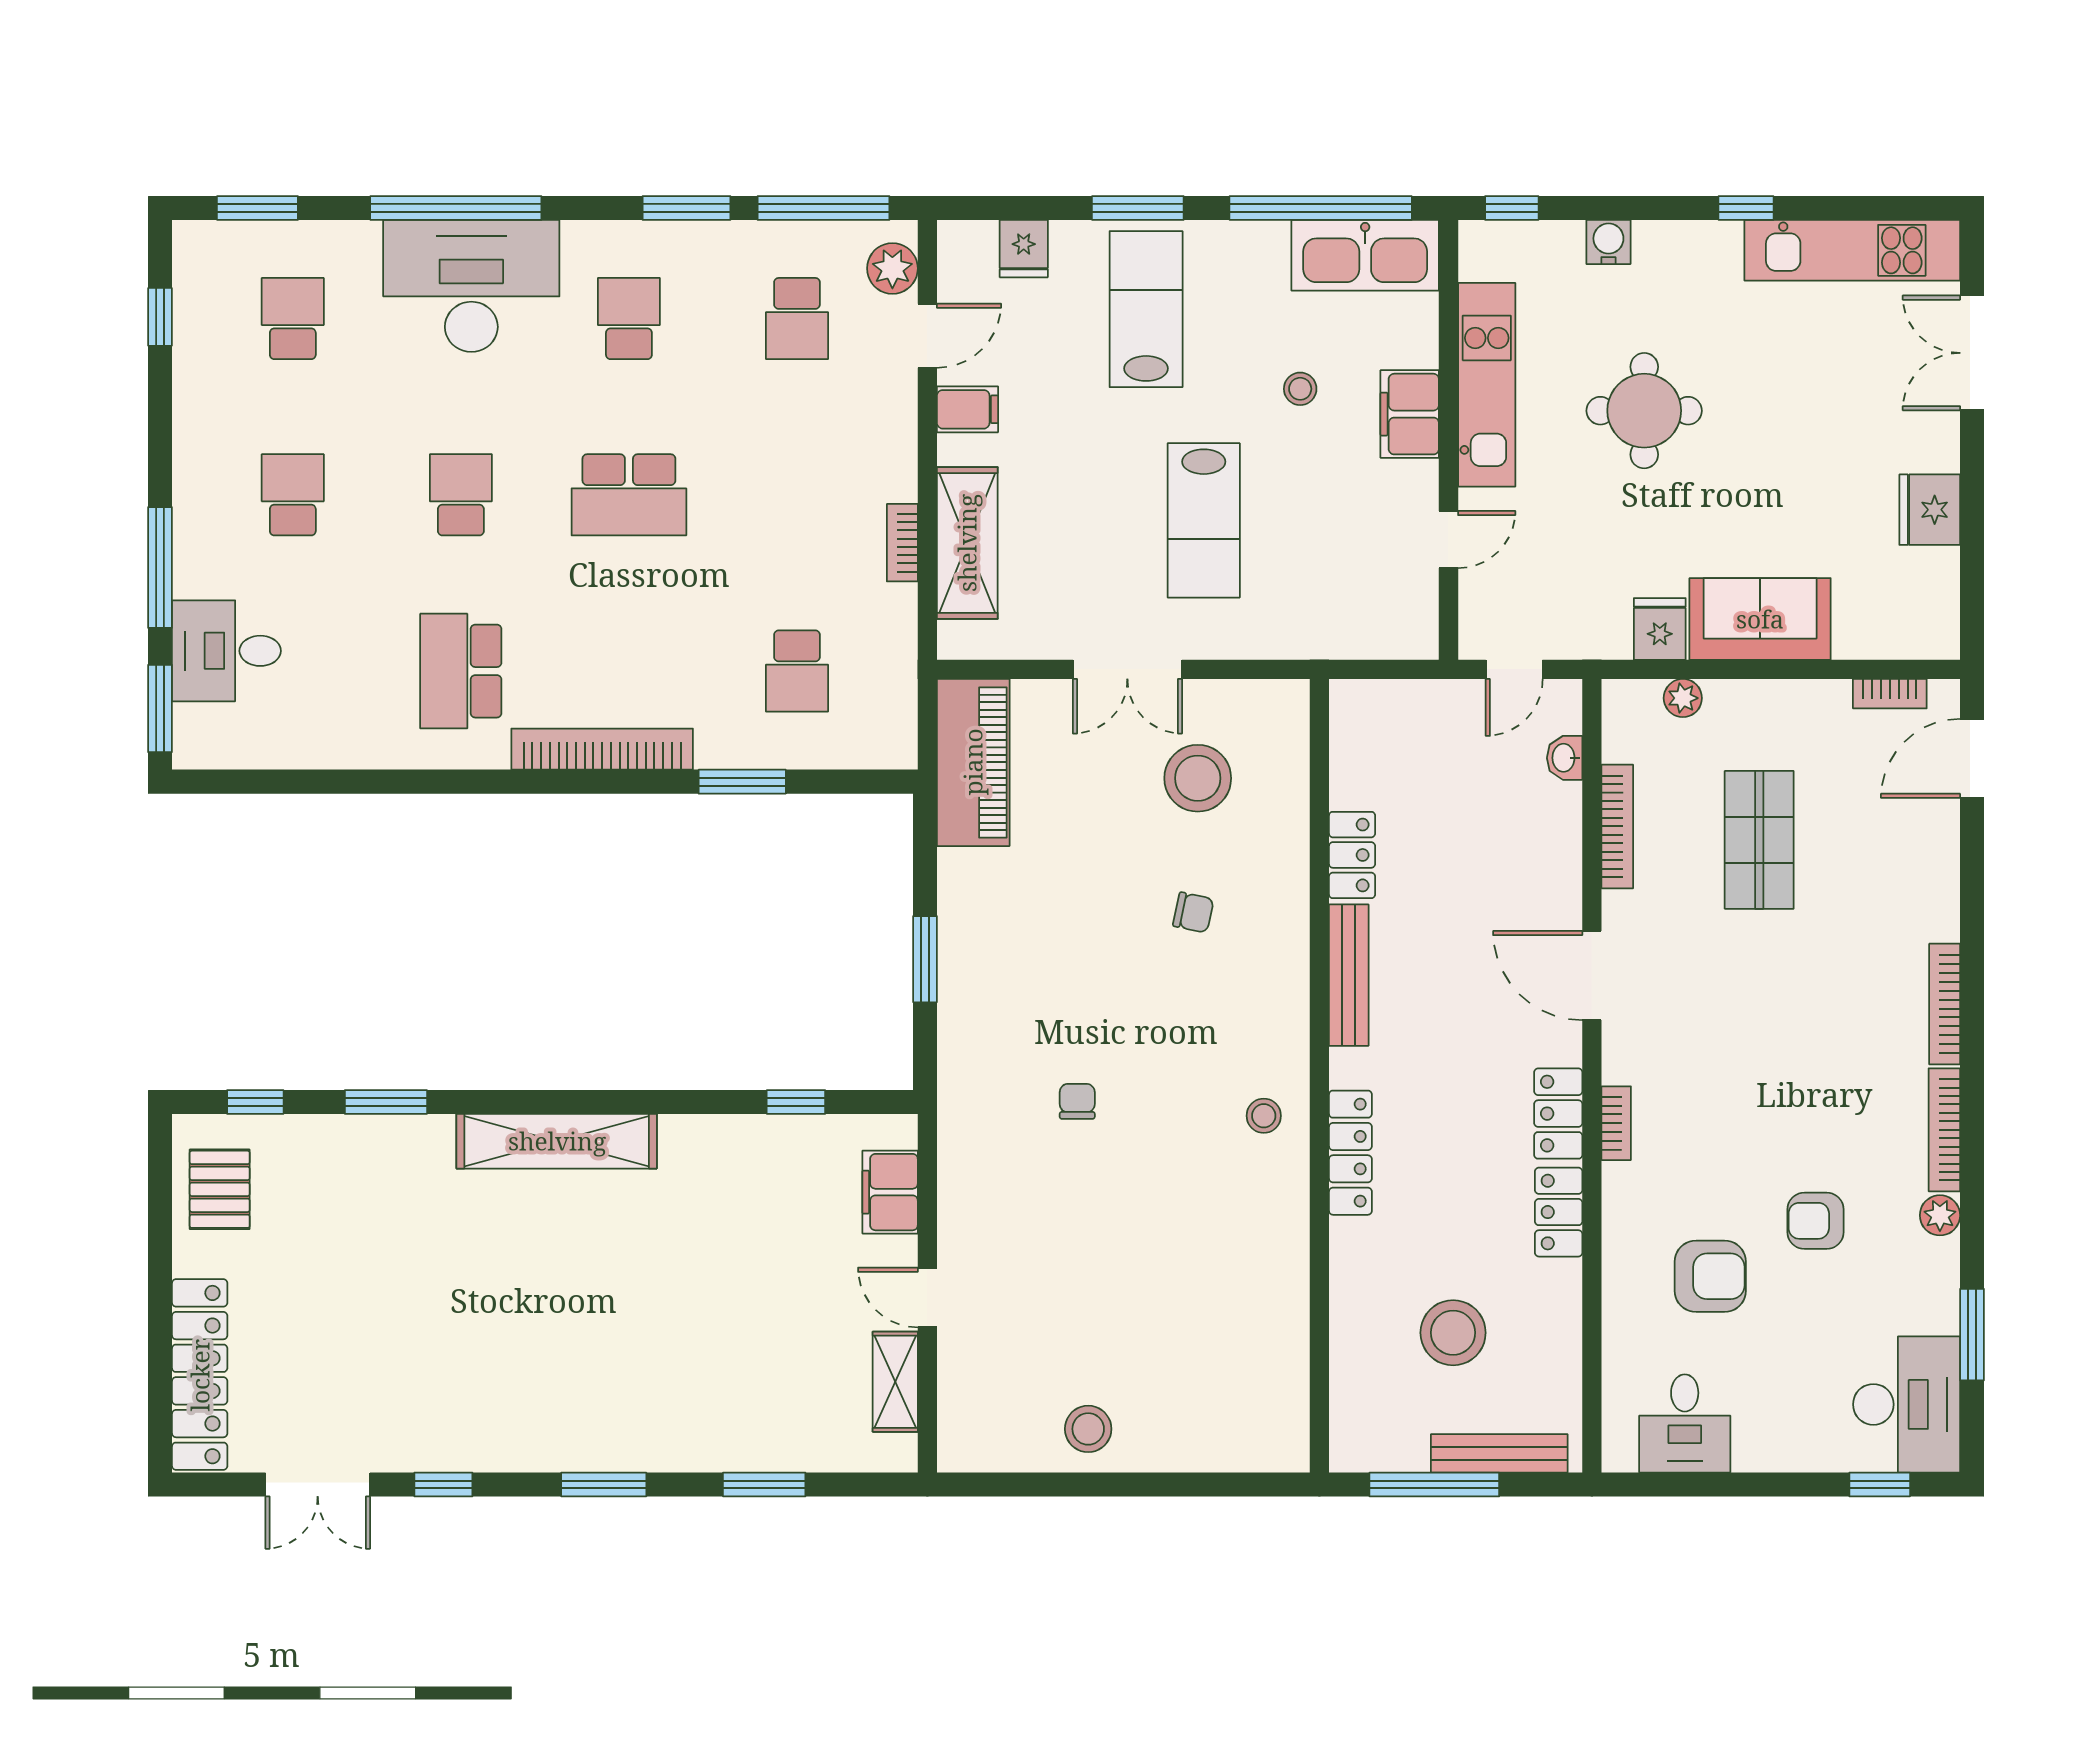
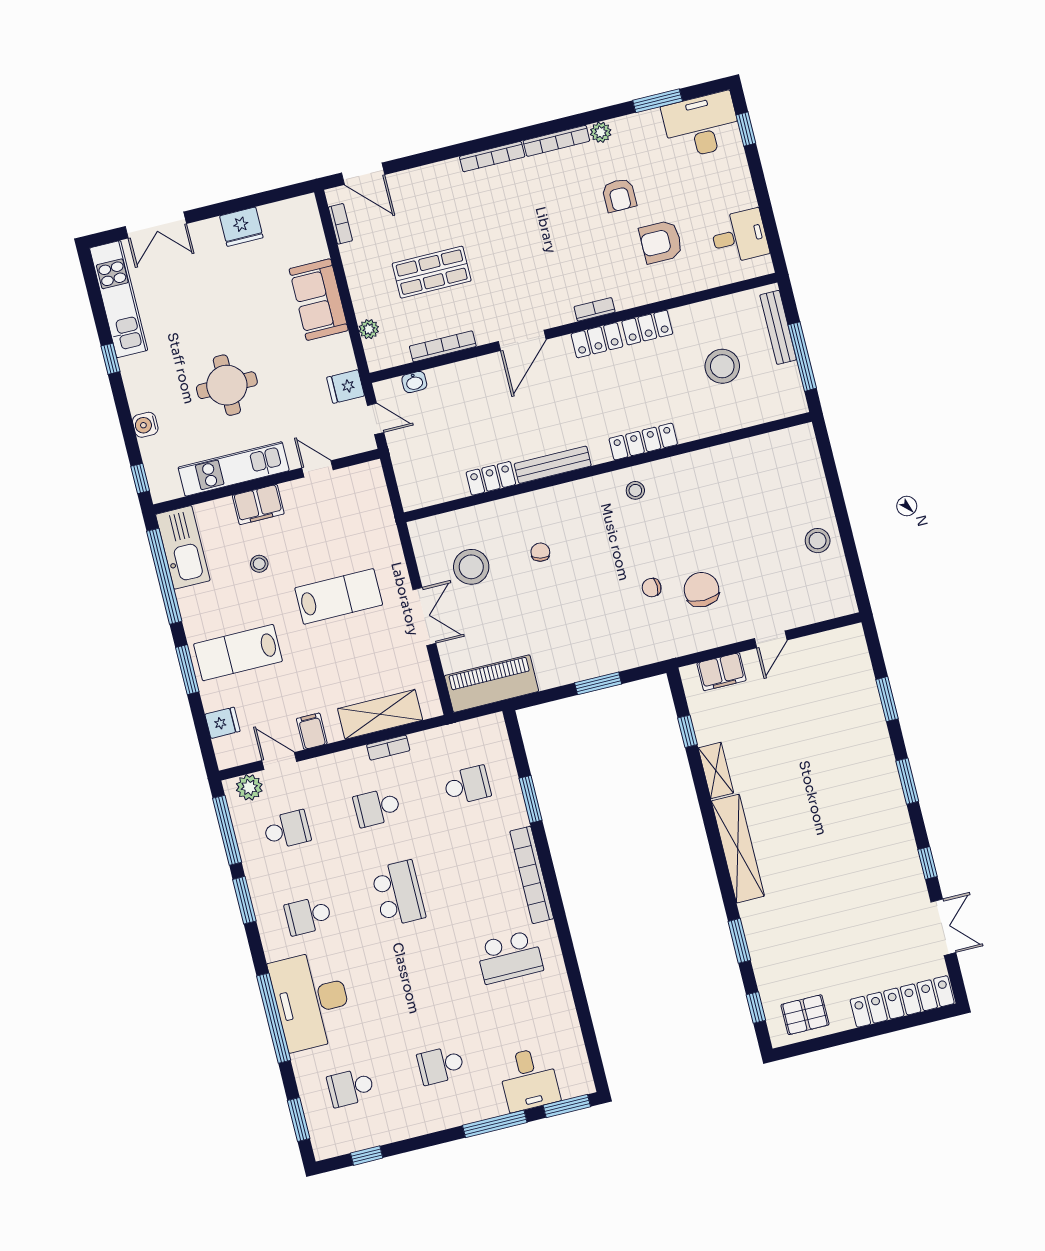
school desk: (461, 495) -> (377, 807), moved
fridge: (1660, 629) -> (346, 387), moved
chair: (1051, 1193) -> (702, 590), added
armchair: (1710, 1276) -> (661, 242), turned -90
shelving: (895, 1382) -> (716, 770), moved, turned 90

